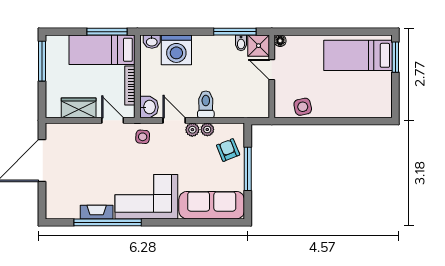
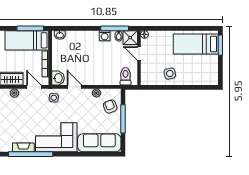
washing machine: (176, 50) -> (105, 36), moved, width x0.53, depth x0.53
toilet: (206, 104) -> (126, 76), moved
side table: (303, 107) -> (170, 74), moved
plant: (192, 130) -> (14, 93), moved

